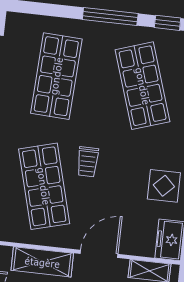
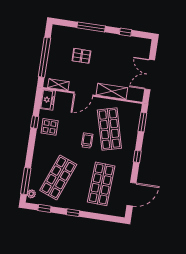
window: (110, 16) -> (73, 213), width x0.46
shop shelf: (143, 86) -> (58, 177), turned 39

